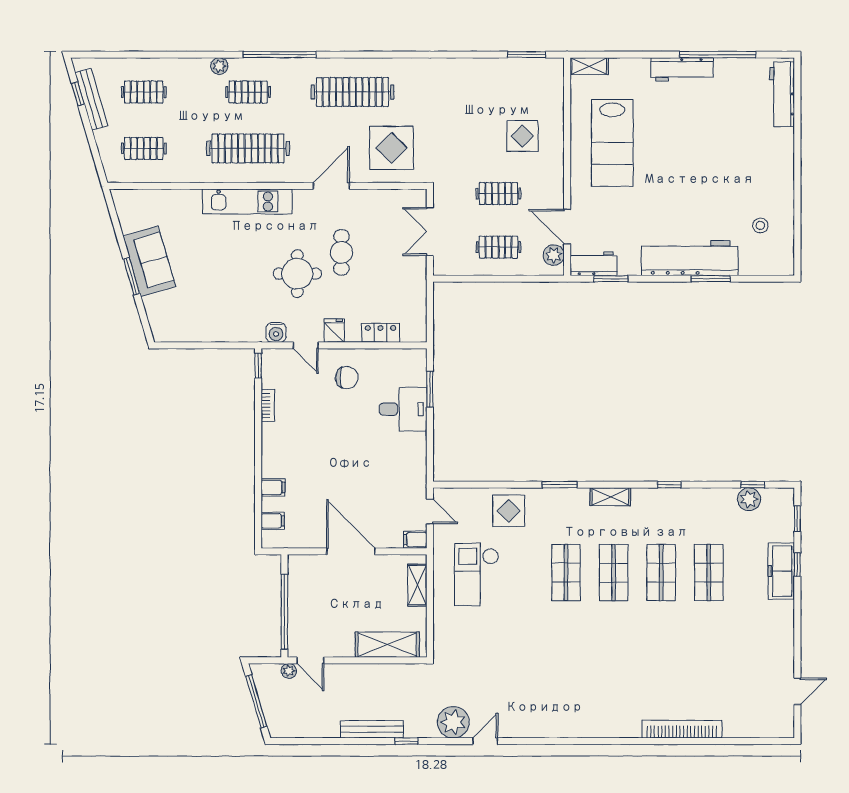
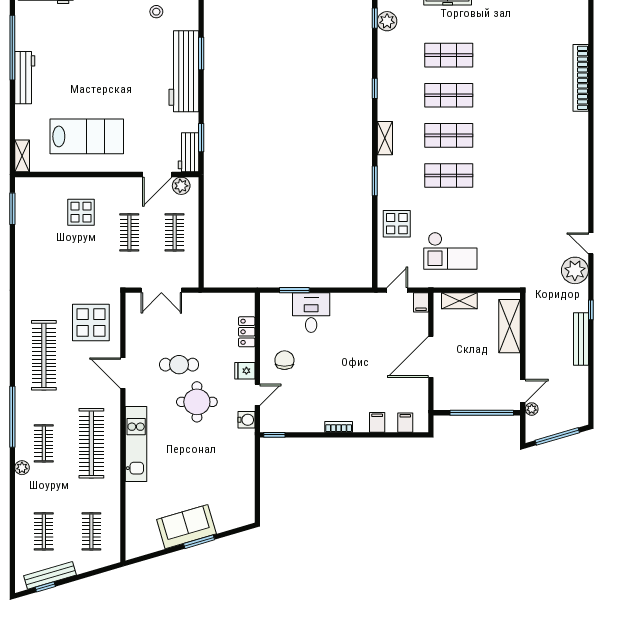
bookcase: (268, 405) -> (339, 427), moved

